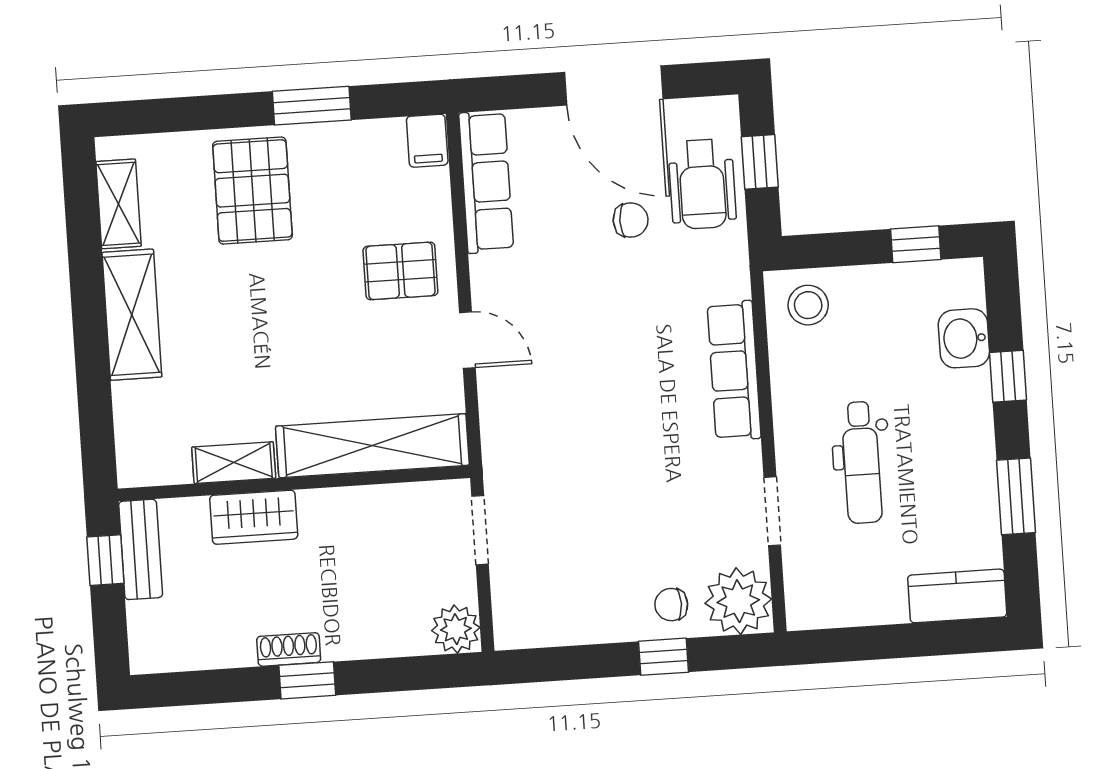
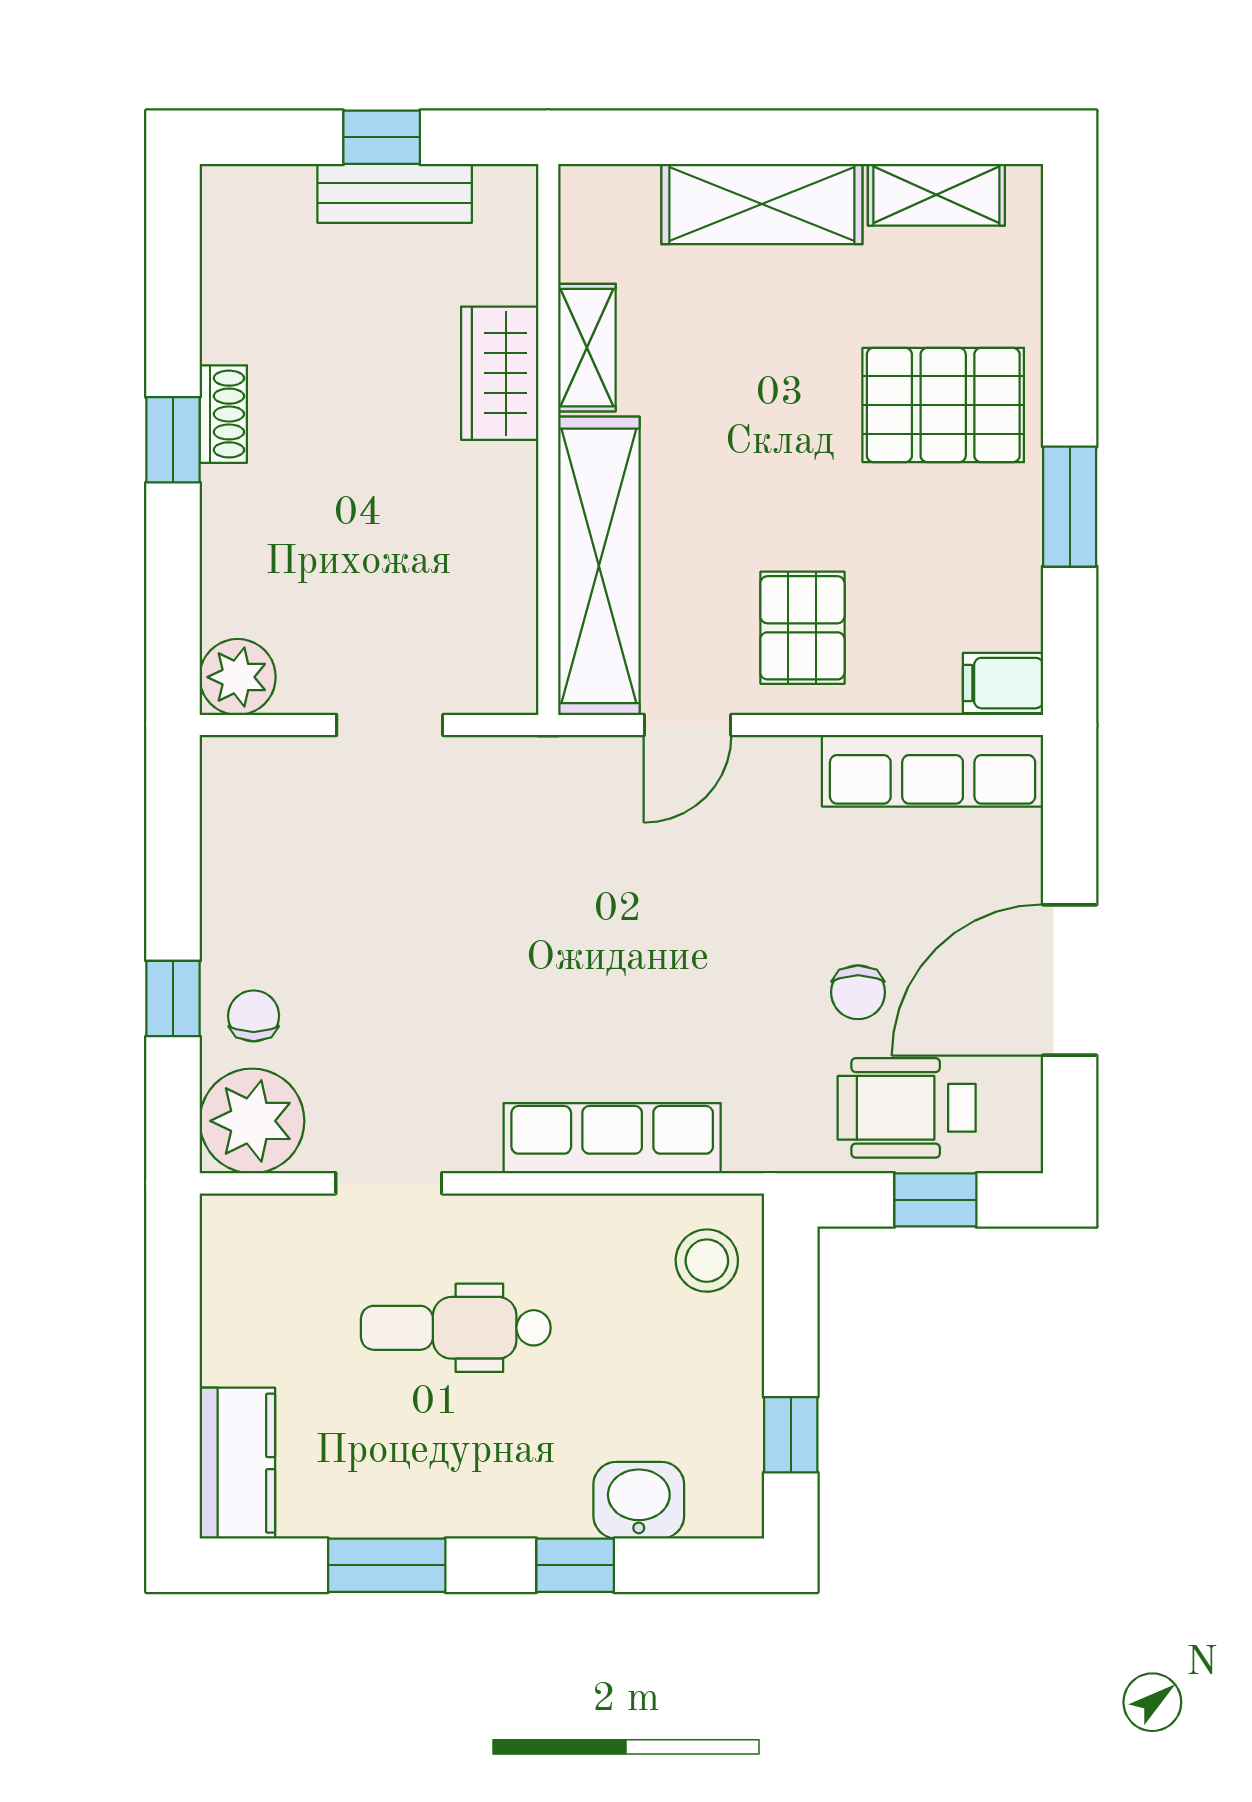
shelving: (372, 446) -> (599, 566), moved
shelving: (234, 463) -> (587, 348), moved
wall: (294, 483) -> (548, 439), moved
wardrobe: (254, 517) -> (500, 373), moved

